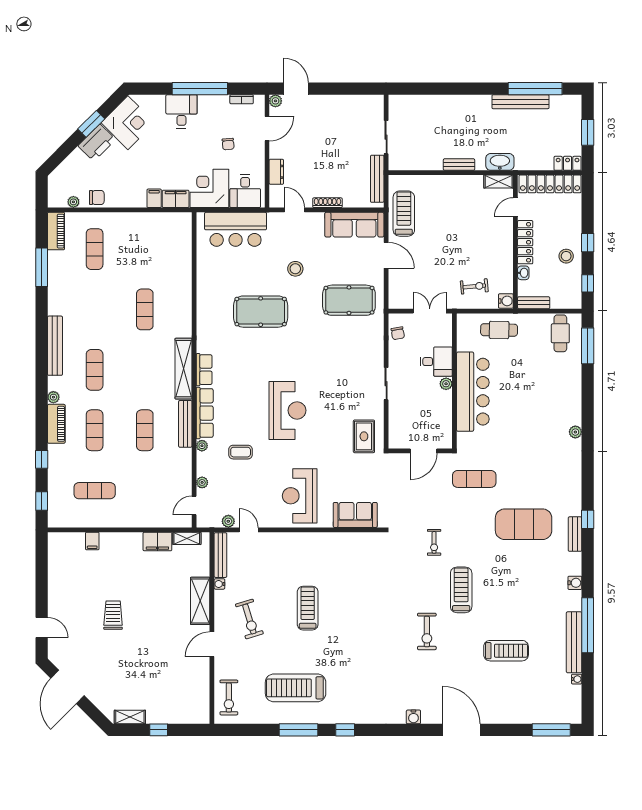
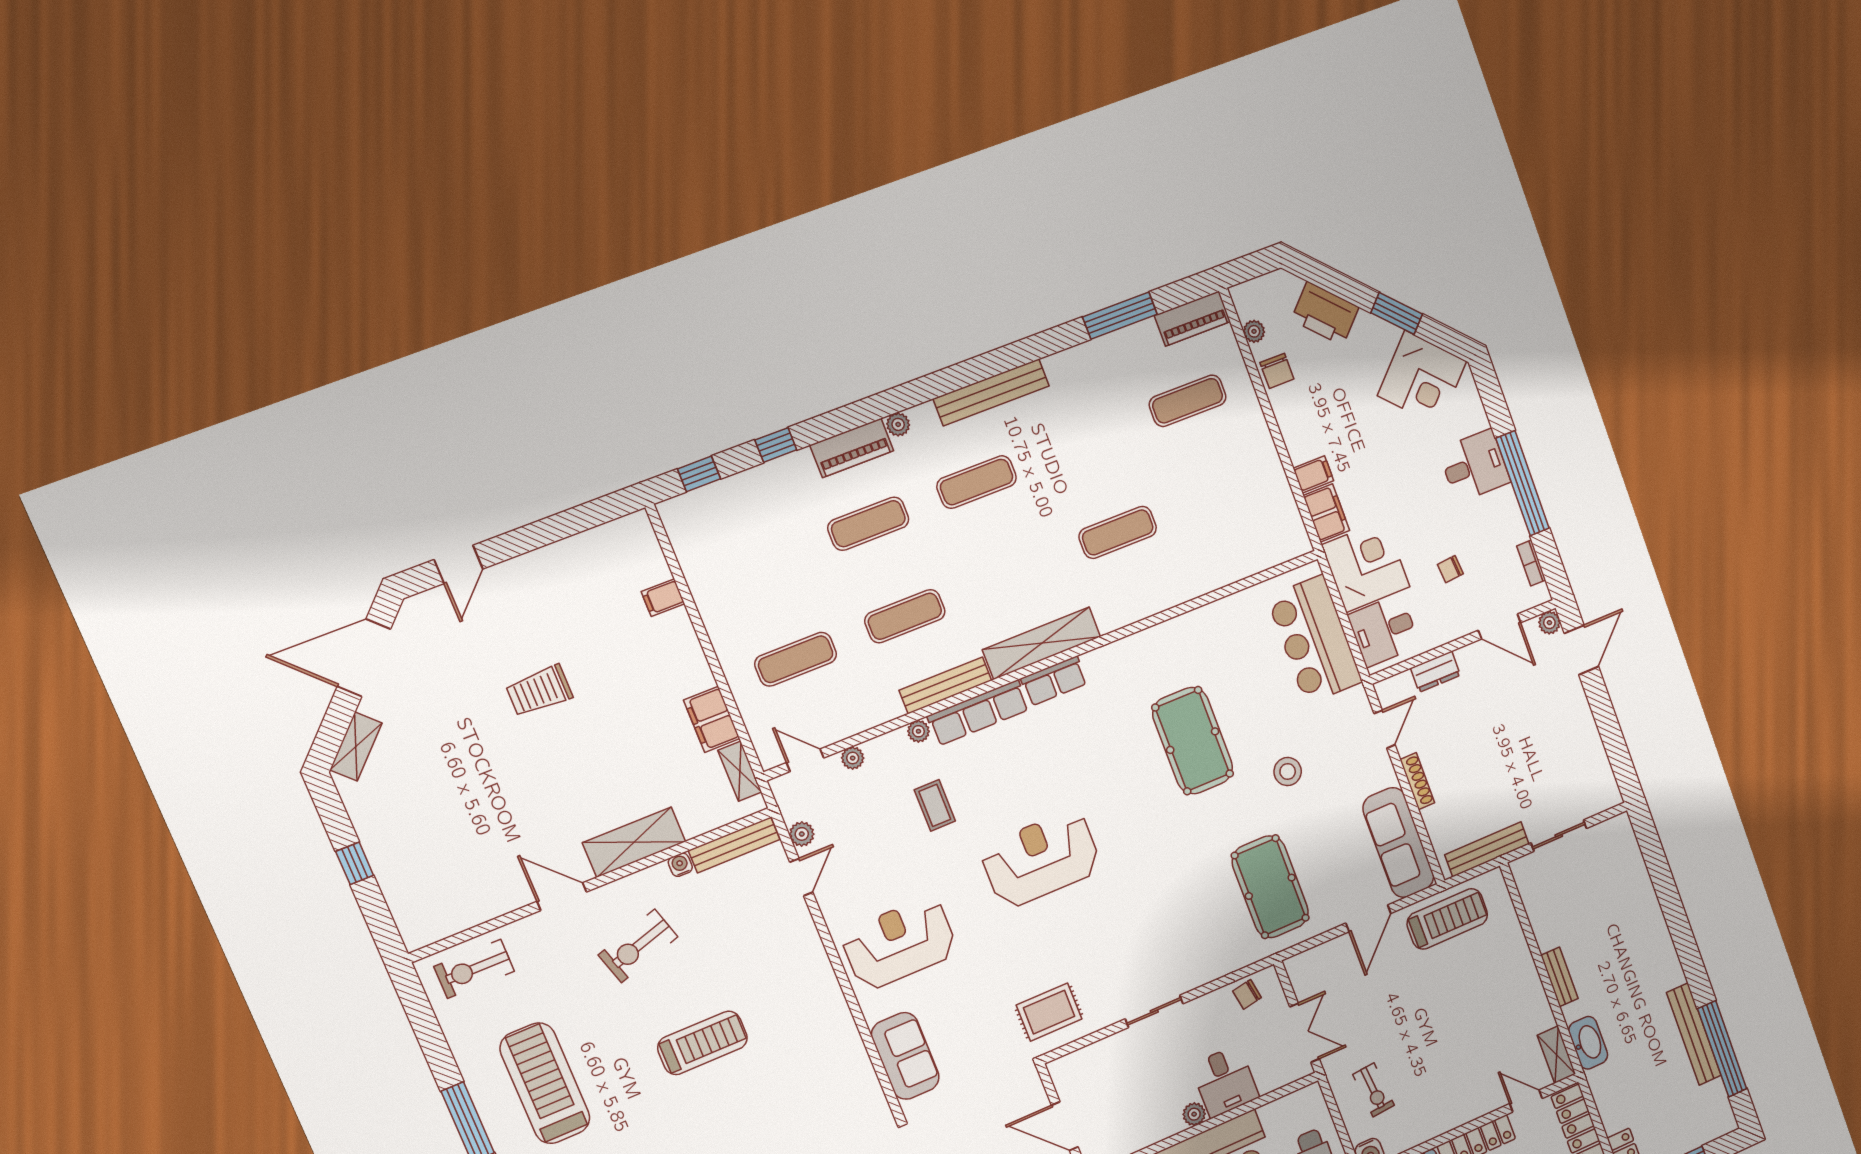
printer: (97, 143) -> (1325, 313), moved
reception desk: (287, 410) -> (1041, 859), turned 180
exercise mat: (95, 491) -> (796, 659), moved, turned 90
trolley: (113, 615) -> (539, 691), turned 180
shelving: (130, 717) -> (356, 746), moved, turned 45

